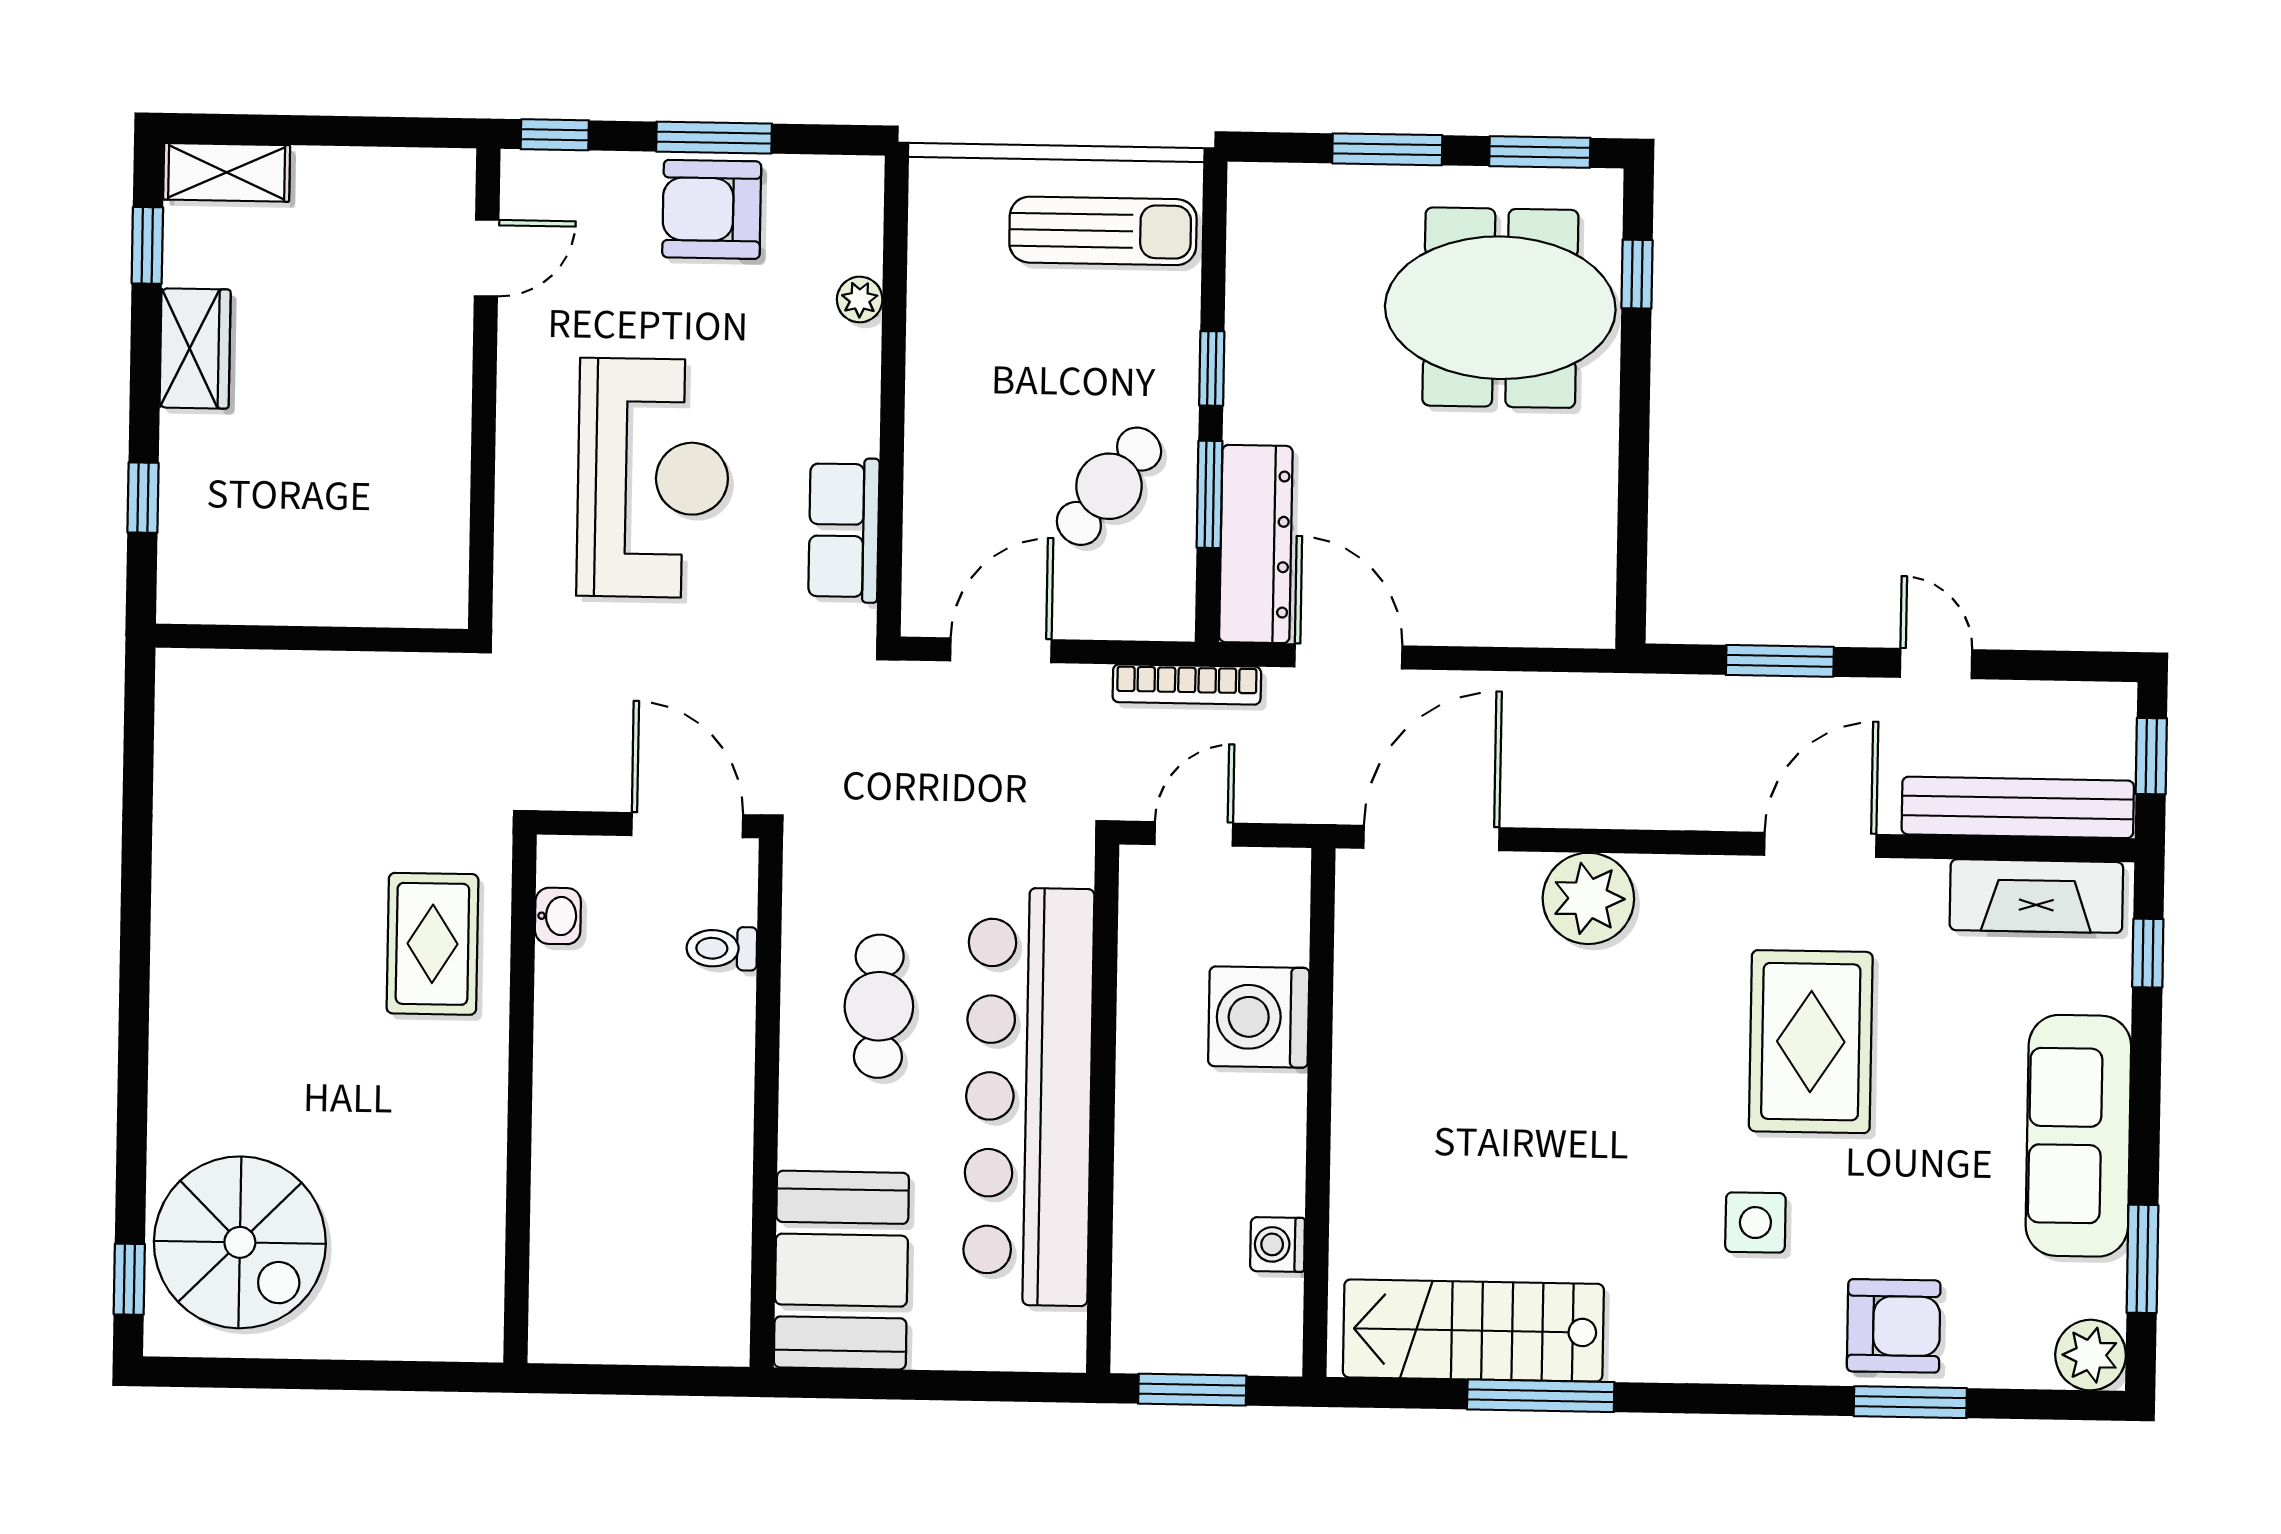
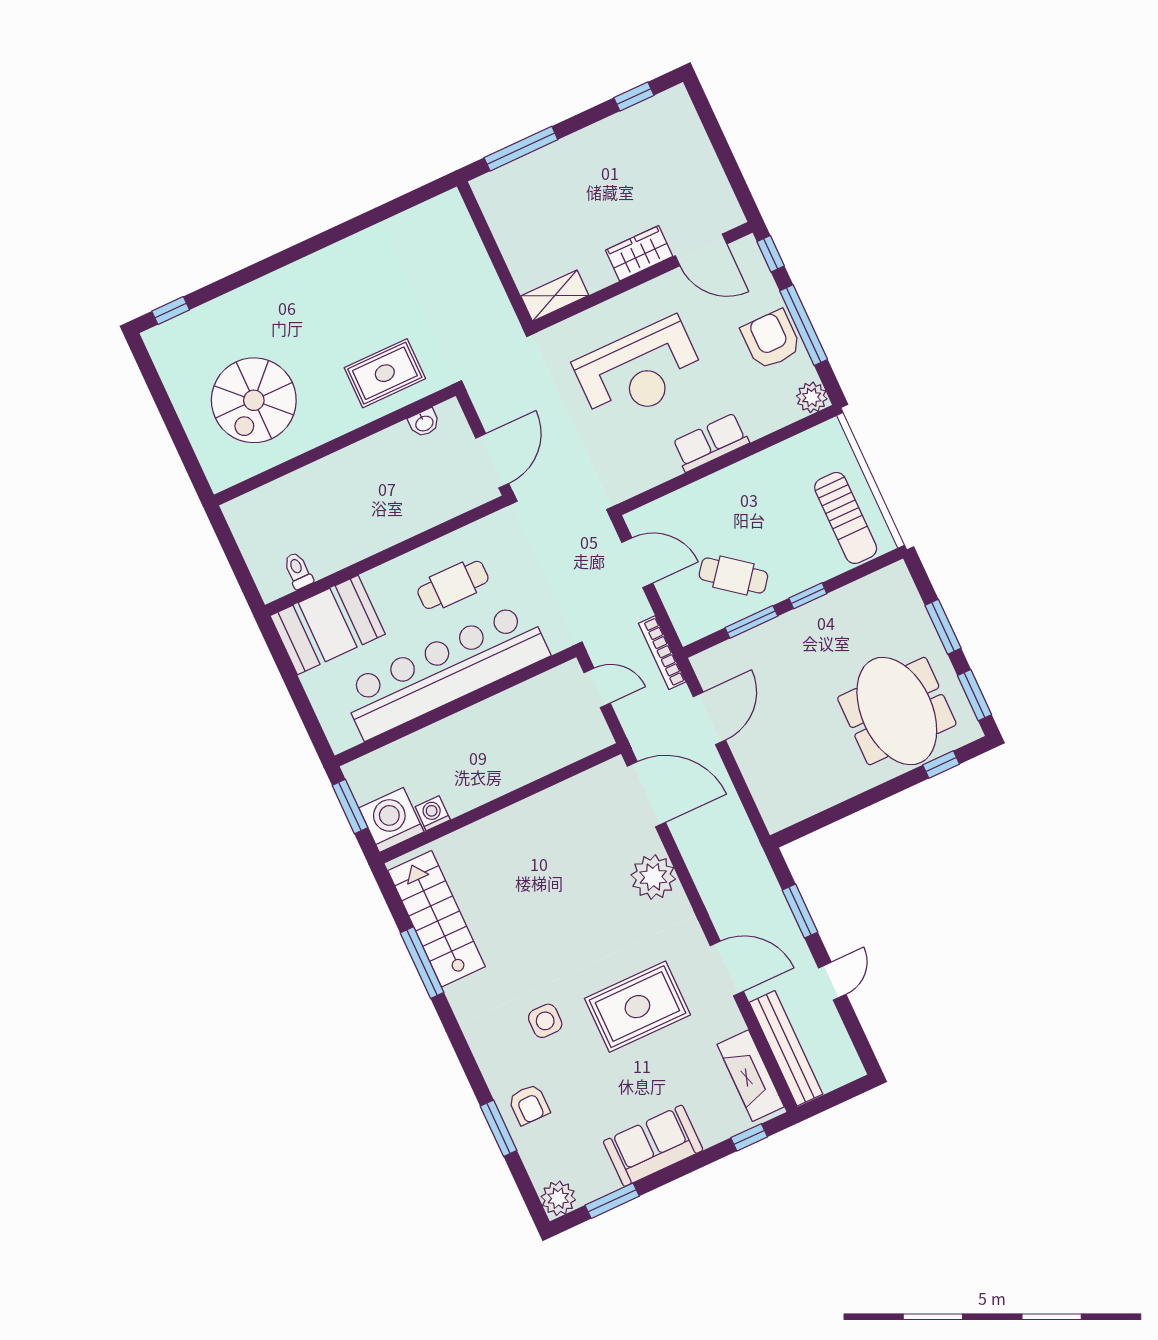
window: (714, 138) -> (804, 325), width x1.44
shelving: (227, 172) -> (555, 296), moved, turned 90
door: (487, 258) -> (701, 250), width x1.38
plant: (860, 299) -> (812, 397), moved, width x1.38, depth x1.38
wardrobe: (195, 348) -> (639, 253), moved, turned 180
window: (143, 498) -> (521, 149), width x2.17
row of seats: (844, 530) -> (711, 442), moved
dresser: (1256, 544) -> (739, 653), removed
window: (2151, 756) -> (837, 1097), removed
toilet: (722, 948) -> (298, 571), moved
washing machine: (1259, 1017) -> (391, 820), moved
sofa: (2078, 1136) -> (653, 1146), width x0.73
spiral stairs: (240, 1242) -> (254, 400), moved
armchair: (1894, 1326) -> (529, 1104), width x0.72, depth x0.72

